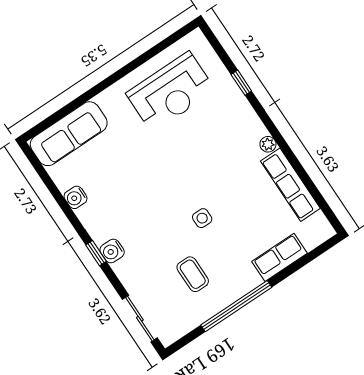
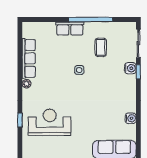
reception desk: (171, 92) -> (50, 122), moved
water cooler: (112, 251) -> (130, 68), moved
window: (96, 253) -> (138, 72), moved
row of seats: (280, 257) -> (70, 29), moved

